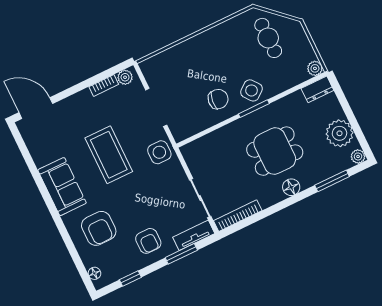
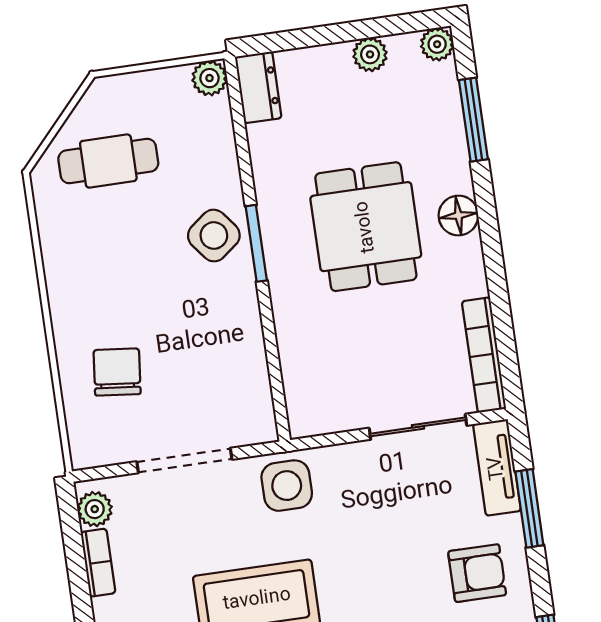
chair: (218, 99) -> (117, 372), moved
plant: (339, 133) -> (370, 54), width x0.53, depth x0.53

